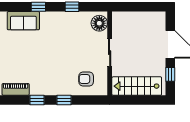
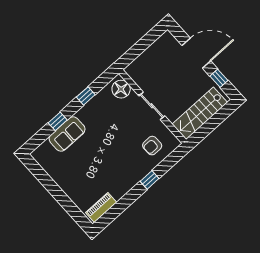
sofa: (23, 21) -> (67, 134), moved
window: (37, 100) -> (127, 200), removed

